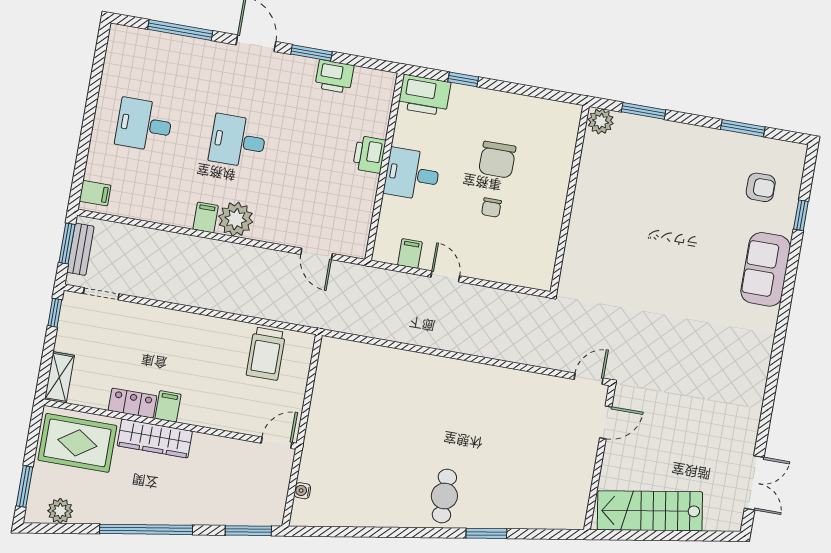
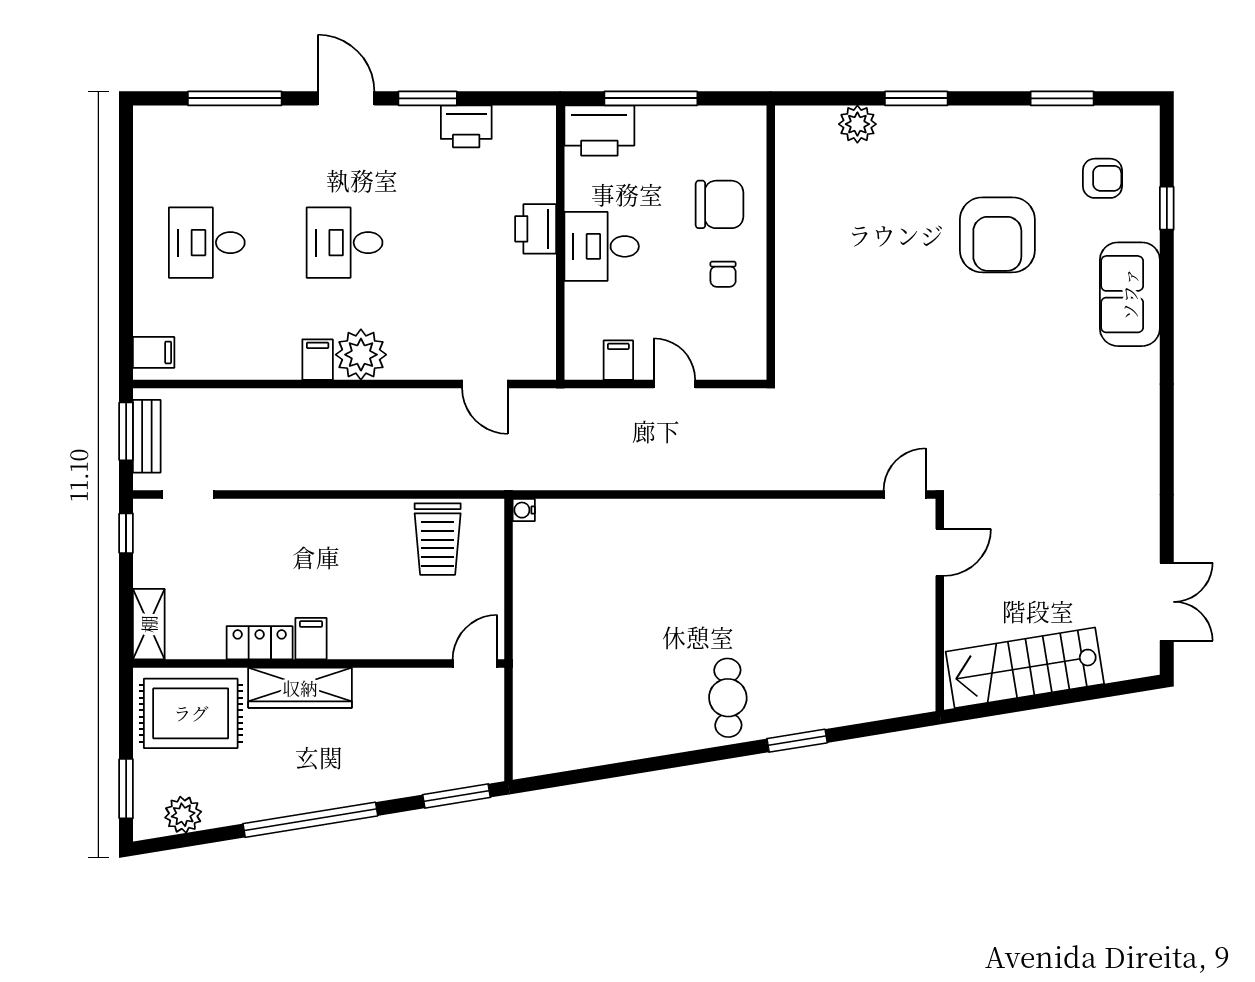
window: (463, 79) -> (651, 98), width x2.17
chair: (497, 160) -> (720, 204), turned -90
wall: (570, 199) -> (771, 243), moved
armchair: (683, 213) -> (997, 235), added
water cooler: (302, 491) -> (524, 510), moved

